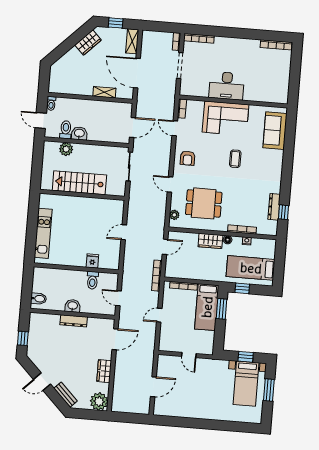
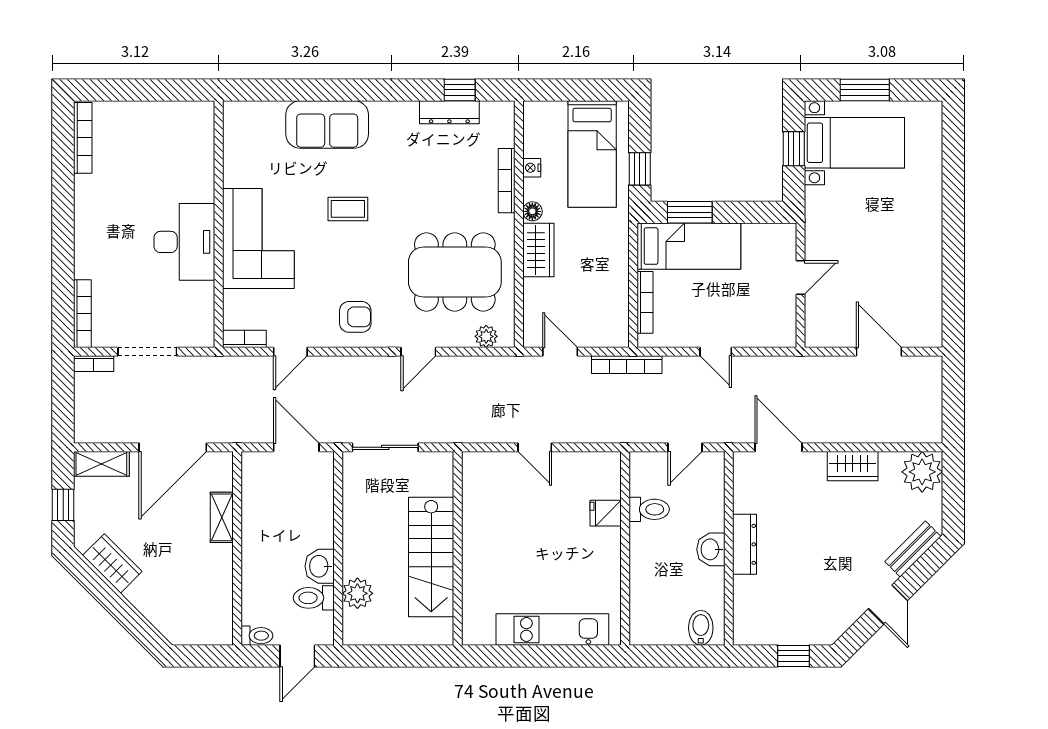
sofa: (275, 131) -> (327, 124), moved
dining table: (204, 203) -> (455, 272), width x1.38

